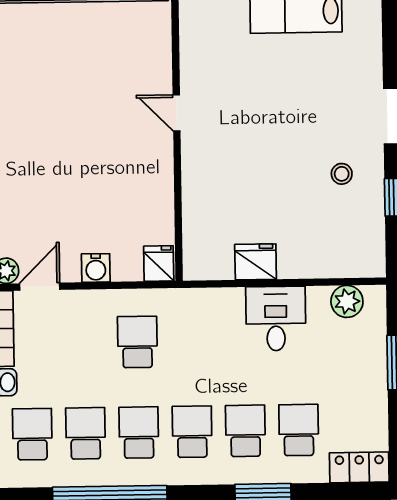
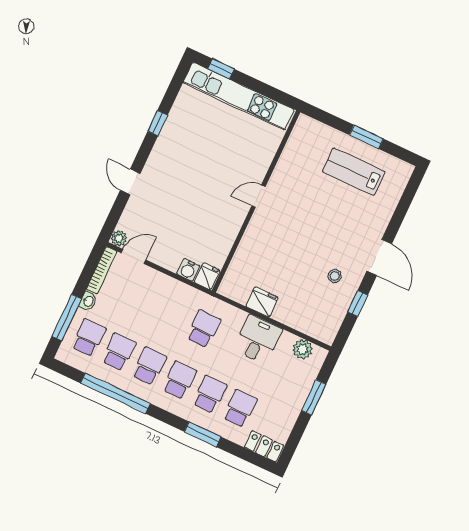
door: (177, 113) -> (258, 196), hinge flipped
water cooler: (96, 268) -> (188, 270), moved
school desk: (137, 342) -> (204, 329), moved

